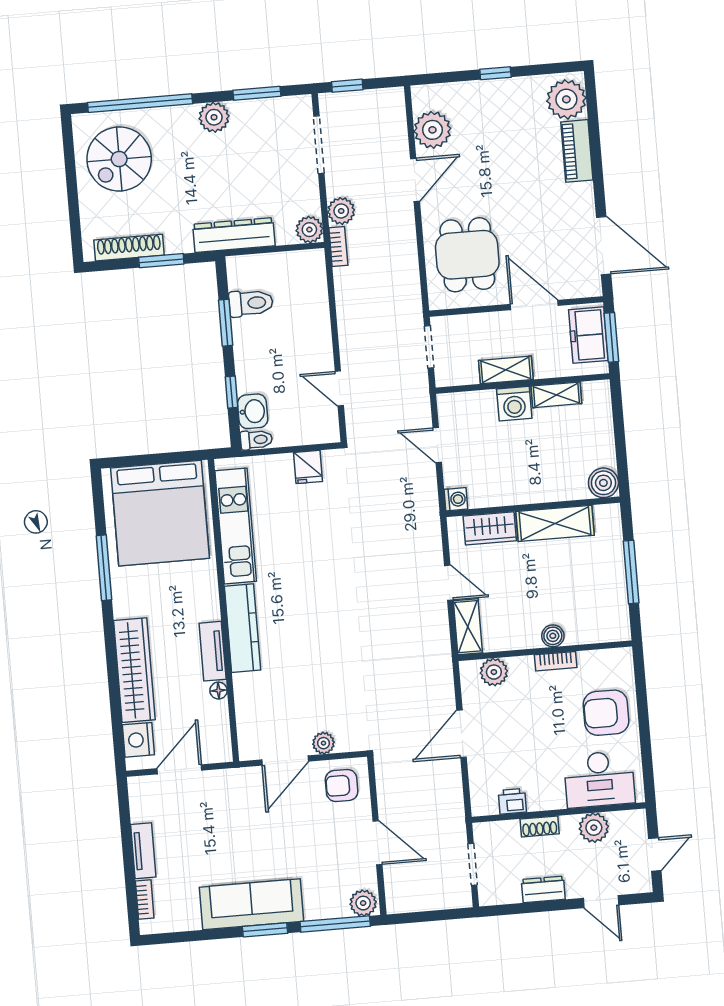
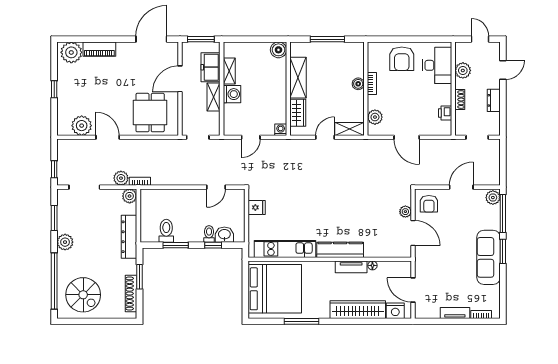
dining table: (467, 255) -> (150, 113), turned 90
freezer: (588, 335) -> (210, 67), moved, turned 90
toilet: (256, 440) -> (209, 234), moved

